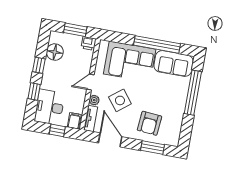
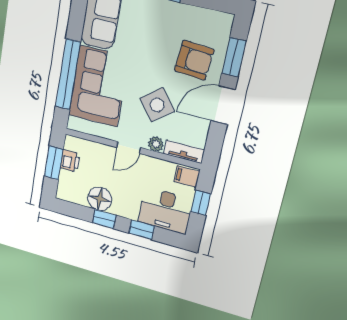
printer: (89, 43) -> (70, 161), moved
window: (157, 44) -> (68, 75), moved
floor lamp: (55, 52) -> (100, 199), moved
door: (90, 82) -> (129, 148), hinge flipped
door: (110, 140) -> (223, 105), moved

